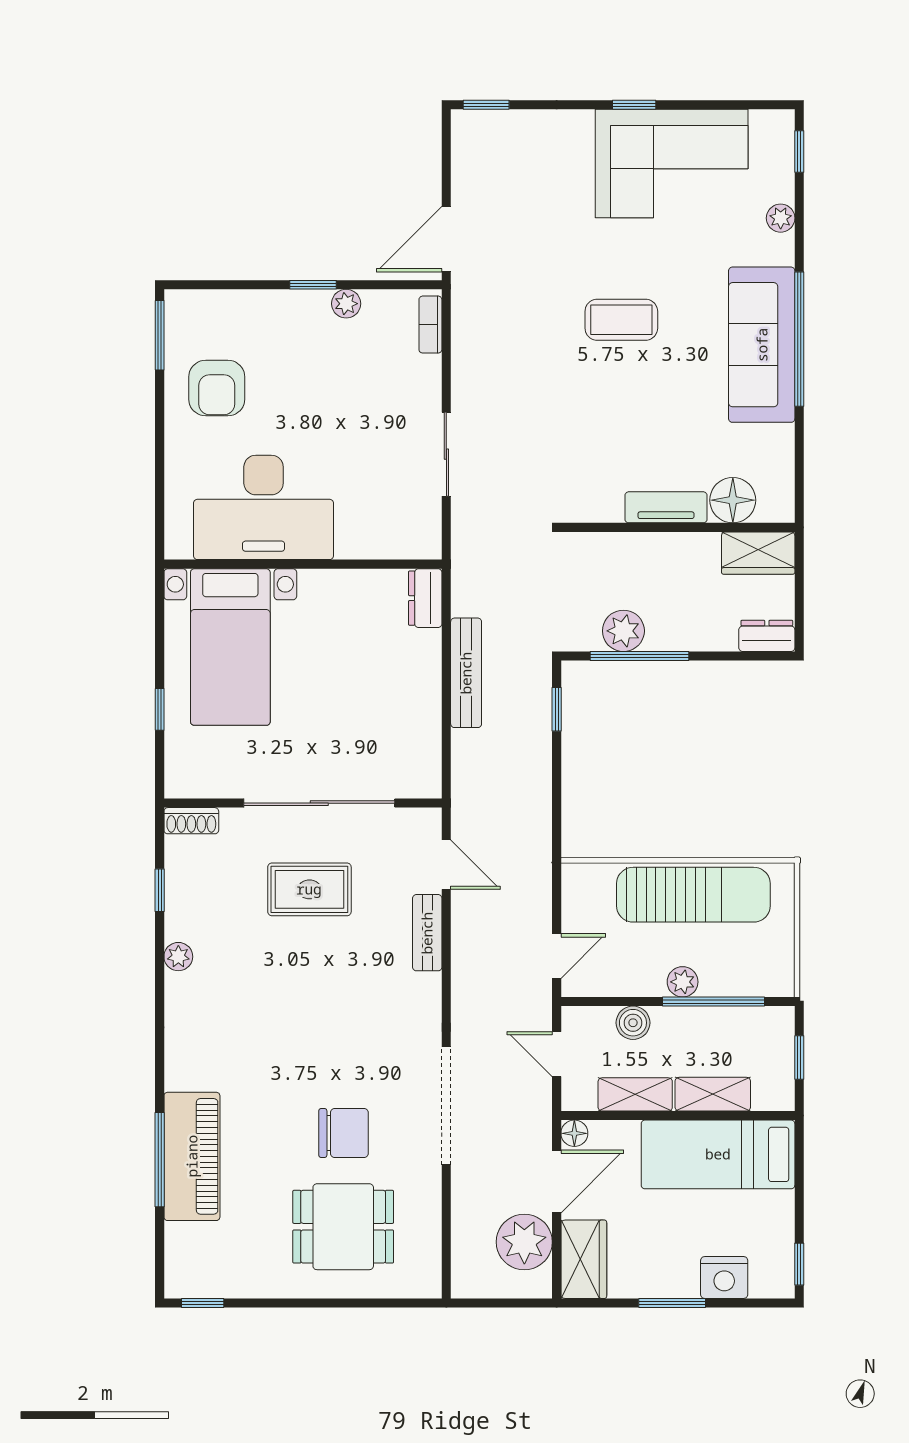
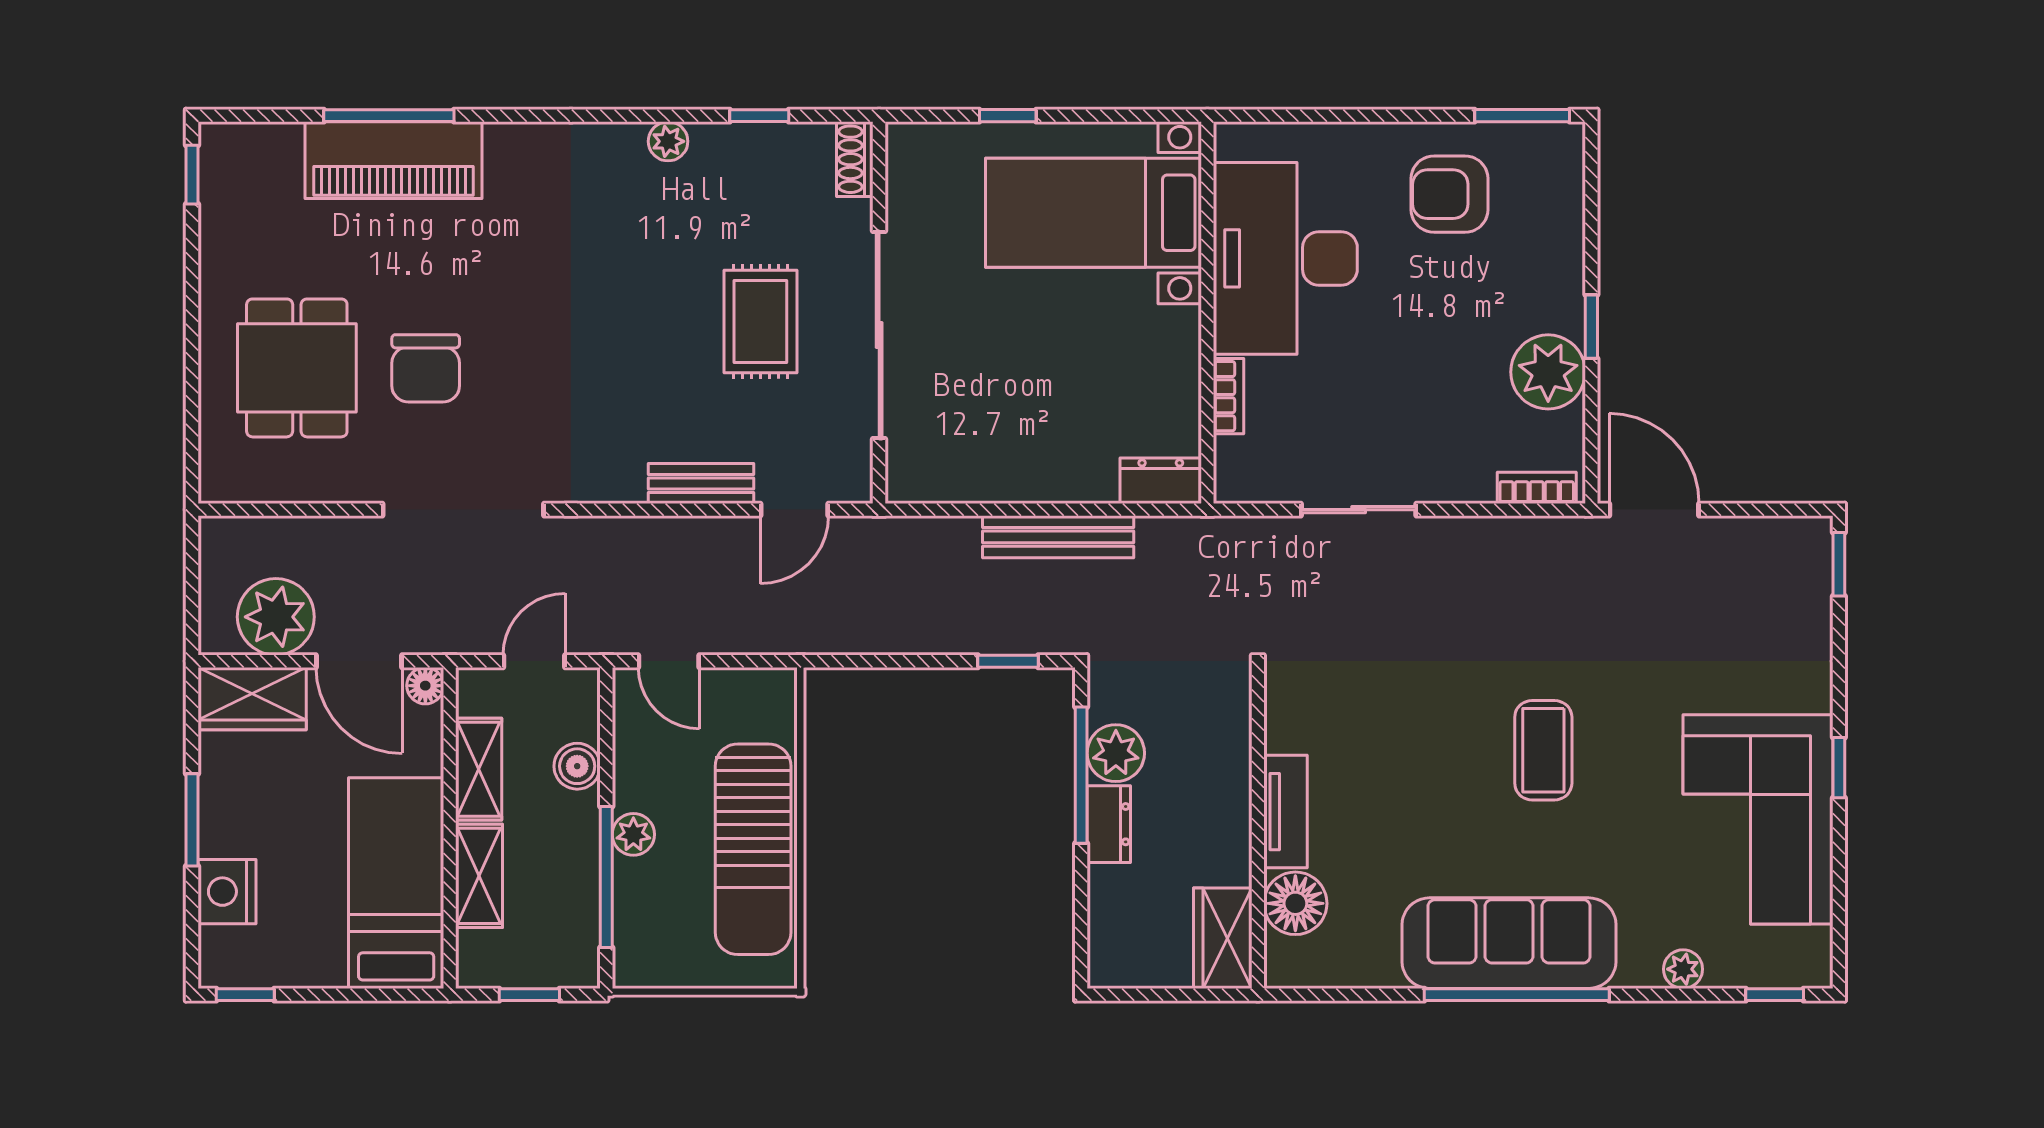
plant: (346, 304) -> (1548, 372), width x1.87, depth x1.87
bookcase: (364, 549) -> (1229, 396), added
dresser: (767, 636) -> (1109, 824), moved

